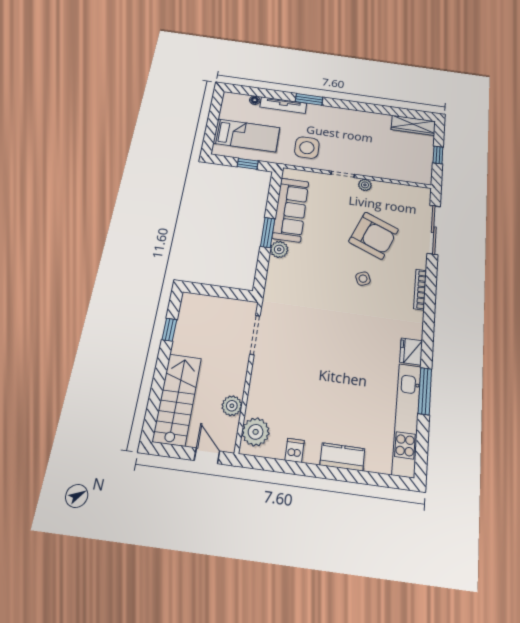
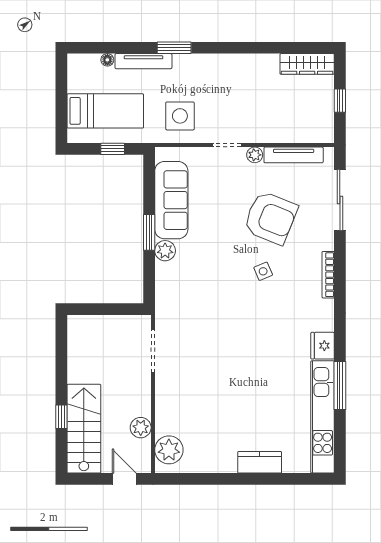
tv unit: (397, 189) -> (294, 155), added
window: (169, 330) -> (61, 417), moved
dishwasher: (295, 450) -> (211, 462), removed

